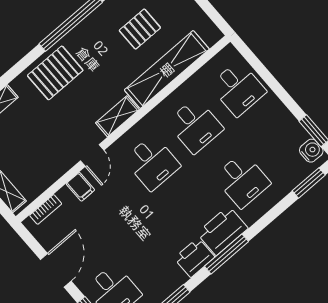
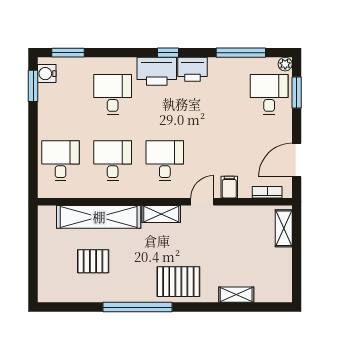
window: (226, 254) -> (168, 53), width x0.46
door: (56, 270) -> (297, 160), moved

